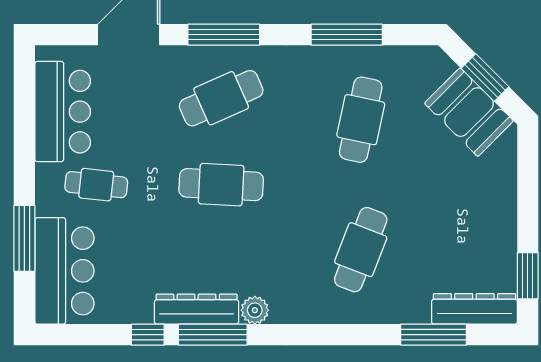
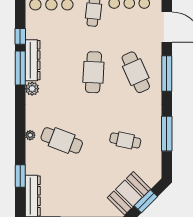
cafe table: (361, 120) -> (125, 140), width x0.73, depth x0.74
plant: (350, 314) -> (30, 135), added
window: (433, 335) -> (20, 176), width x0.69

